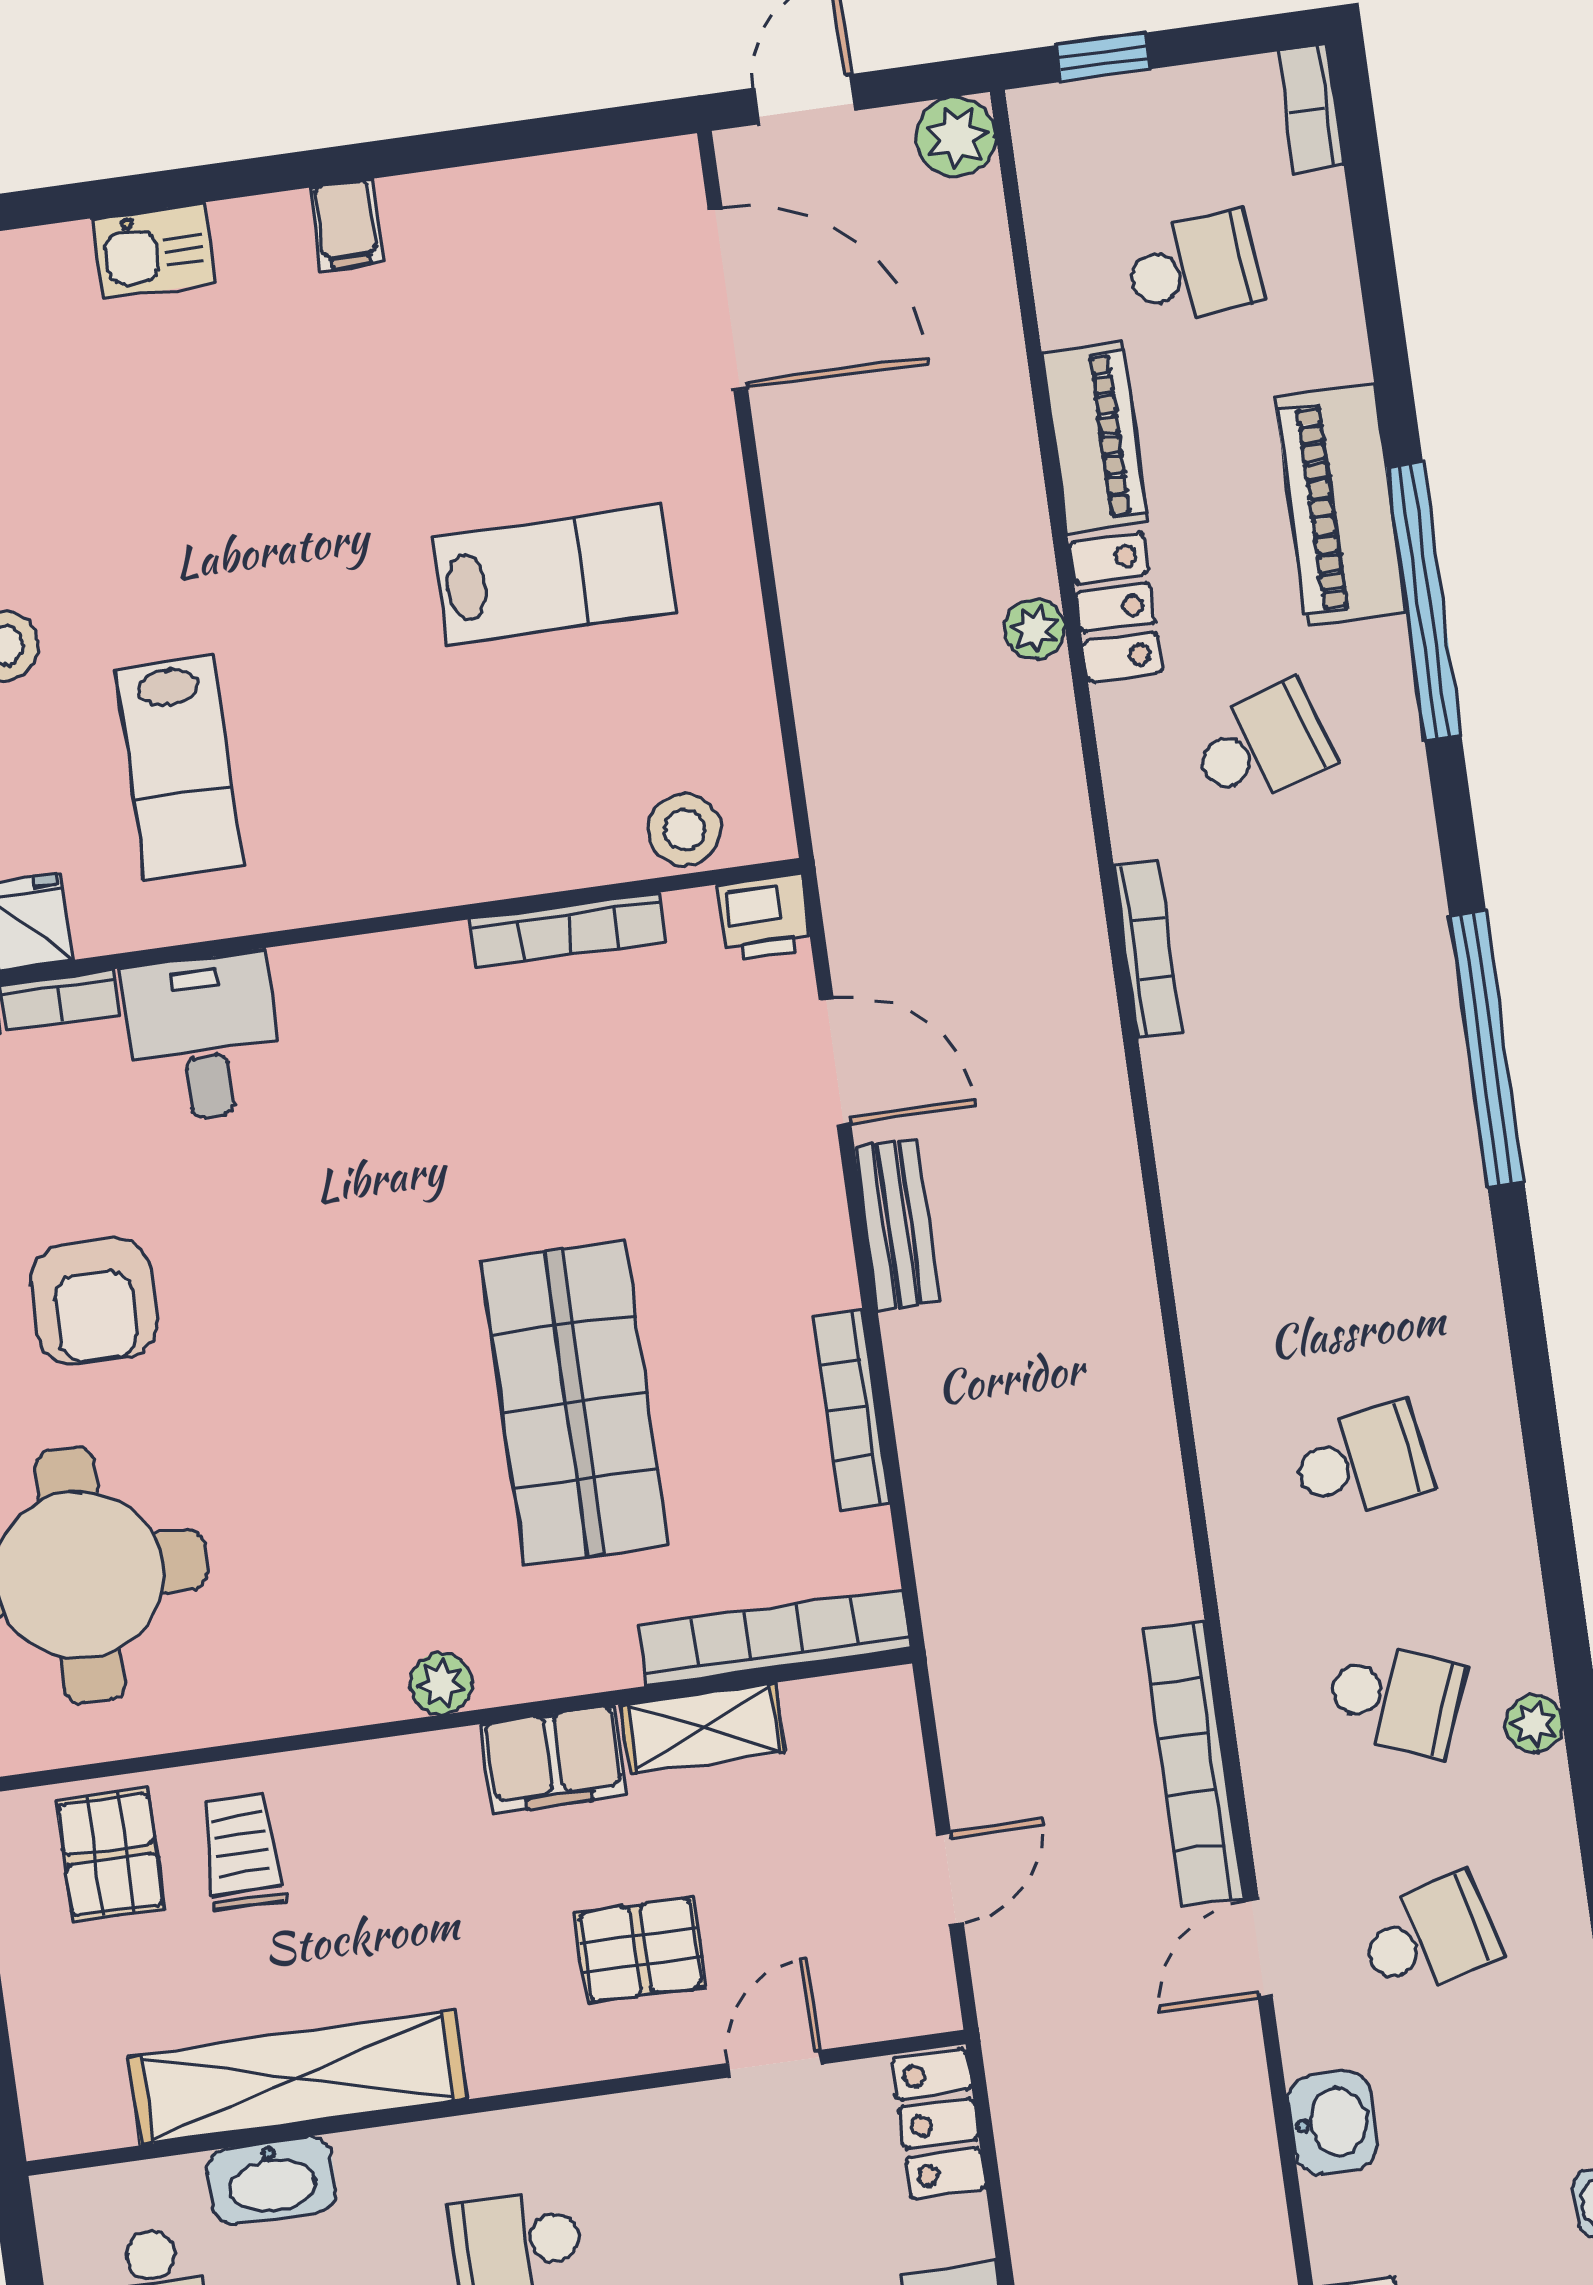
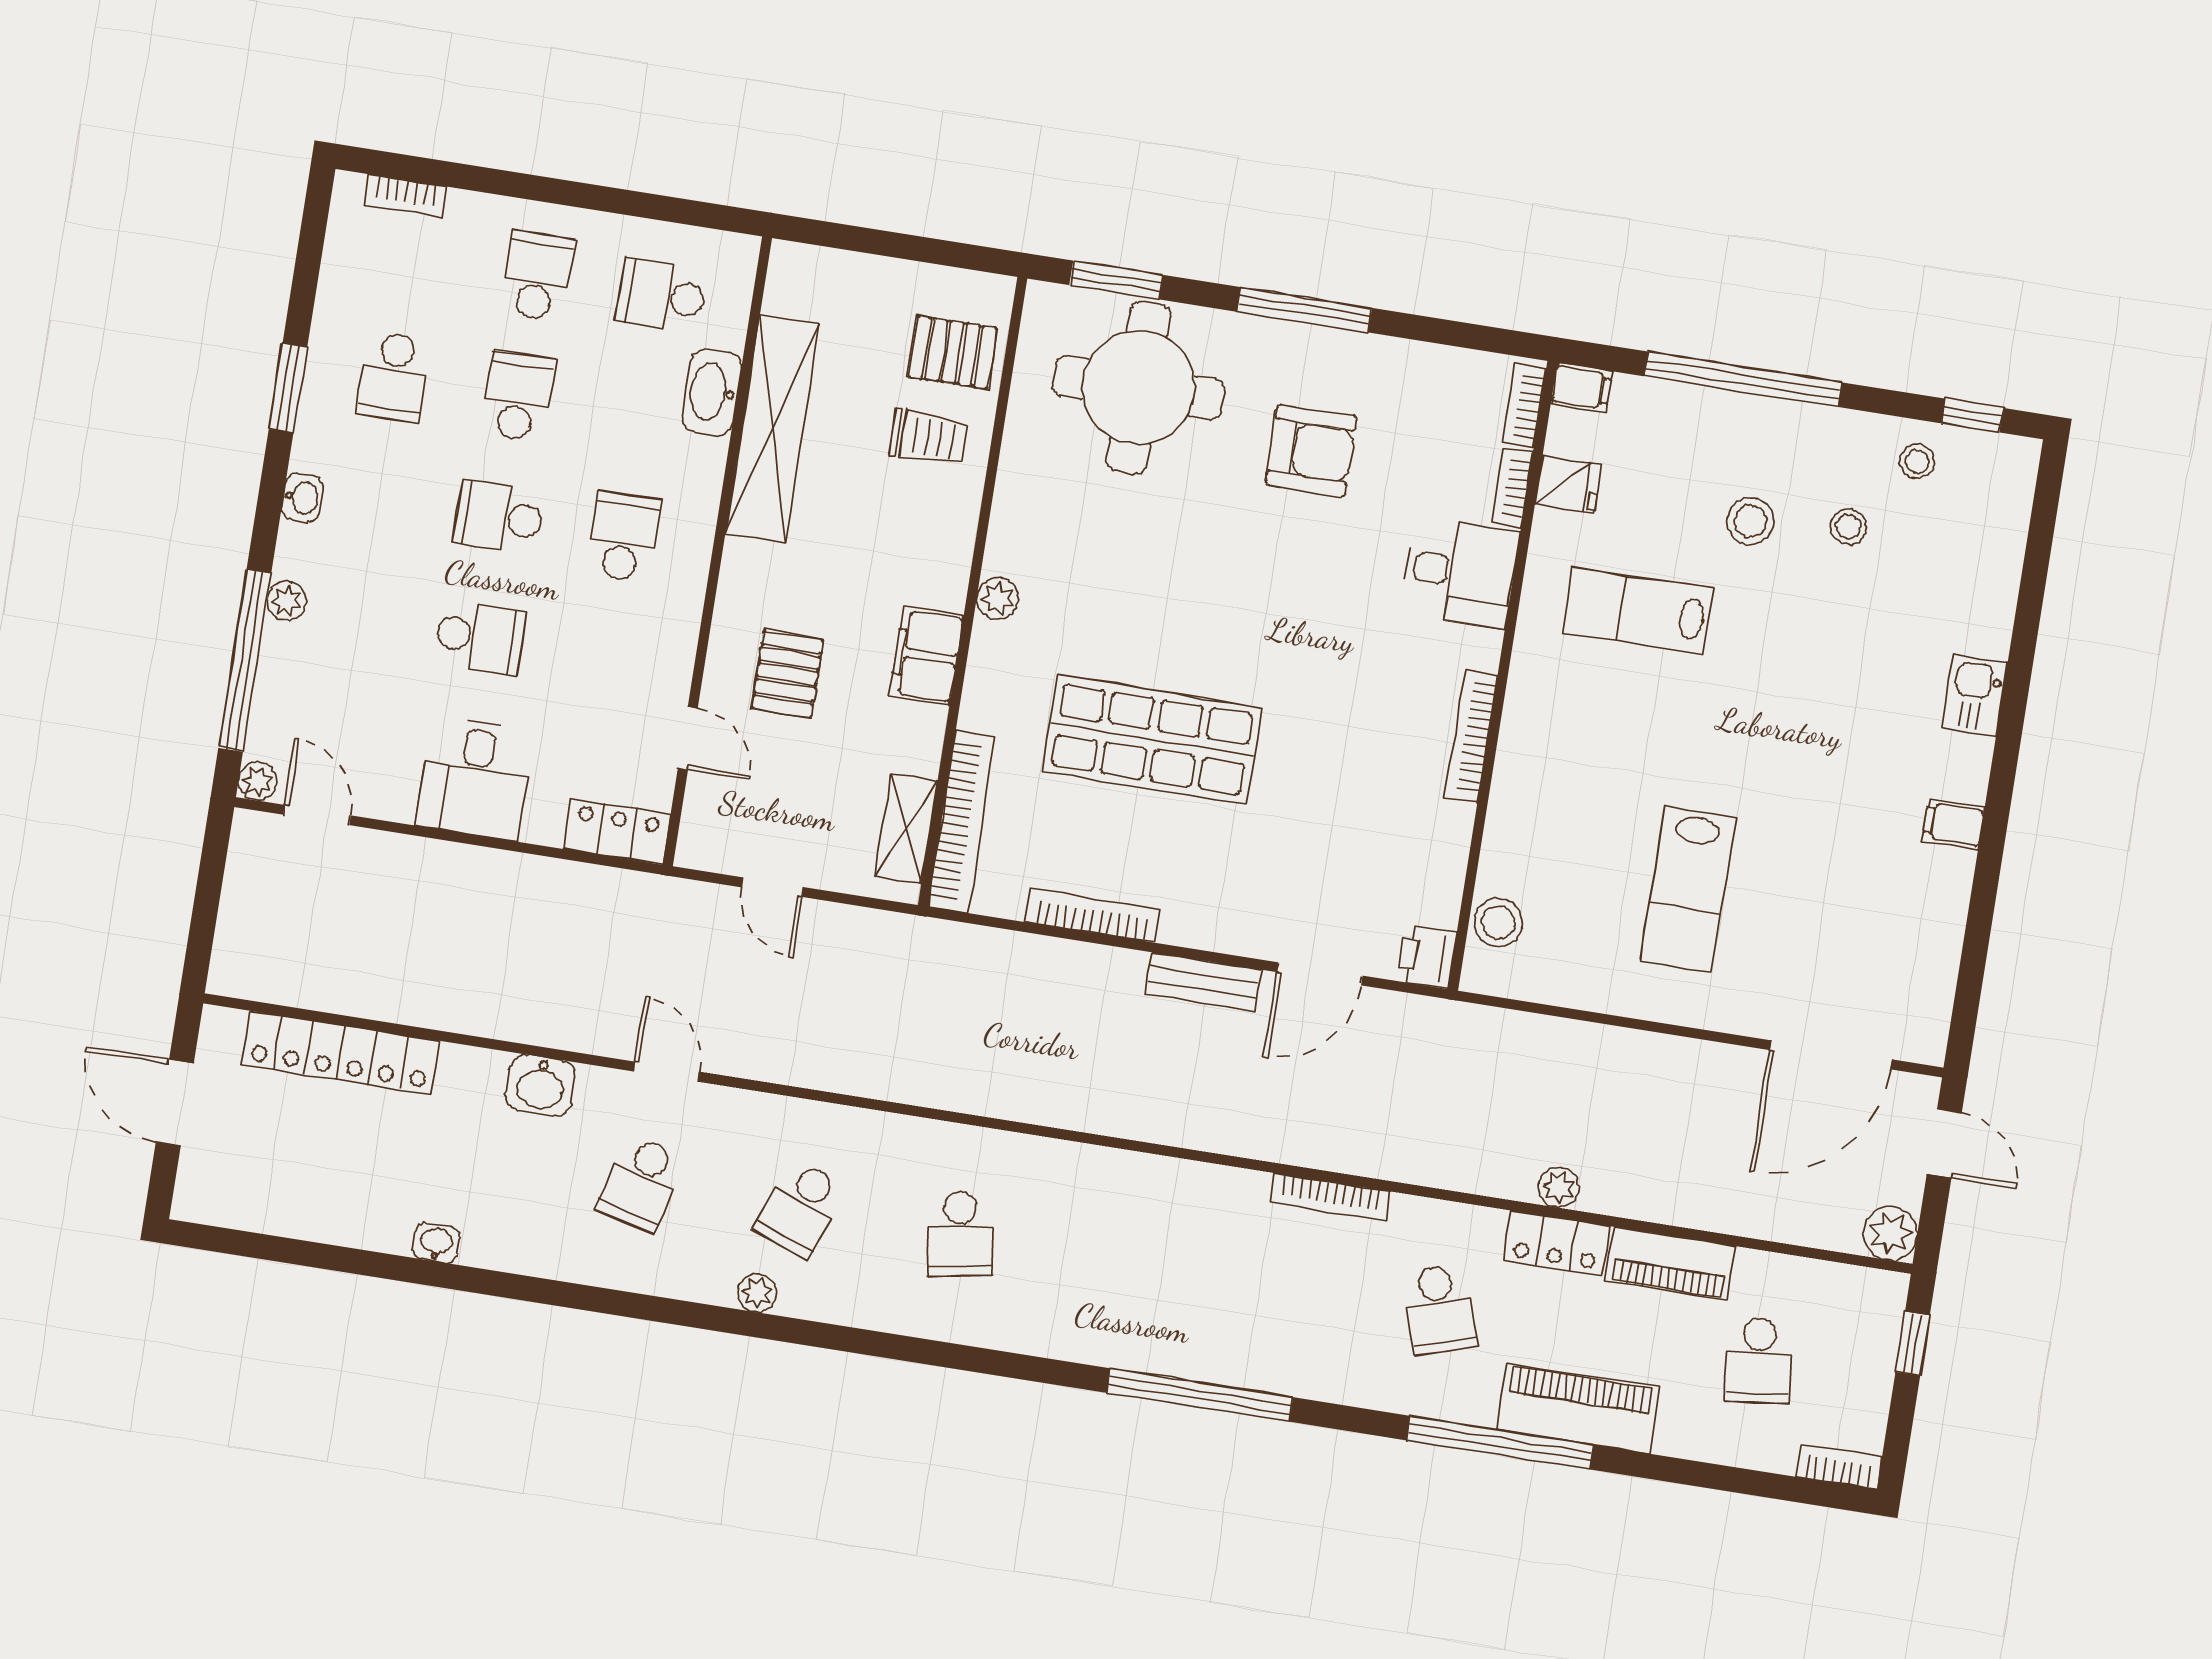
bookcase: (568, 930) -> (1471, 736), moved
armchair: (94, 1301) -> (1311, 451), turned 180
shelving: (703, 1728) -> (906, 829), moved
bookcase: (1193, 1764) -> (798, 1066), removed
school desk: (1429, 1937) -> (641, 1183), turned 30

